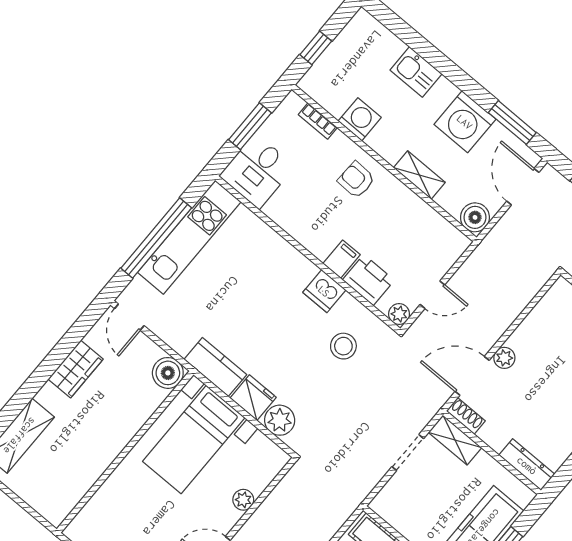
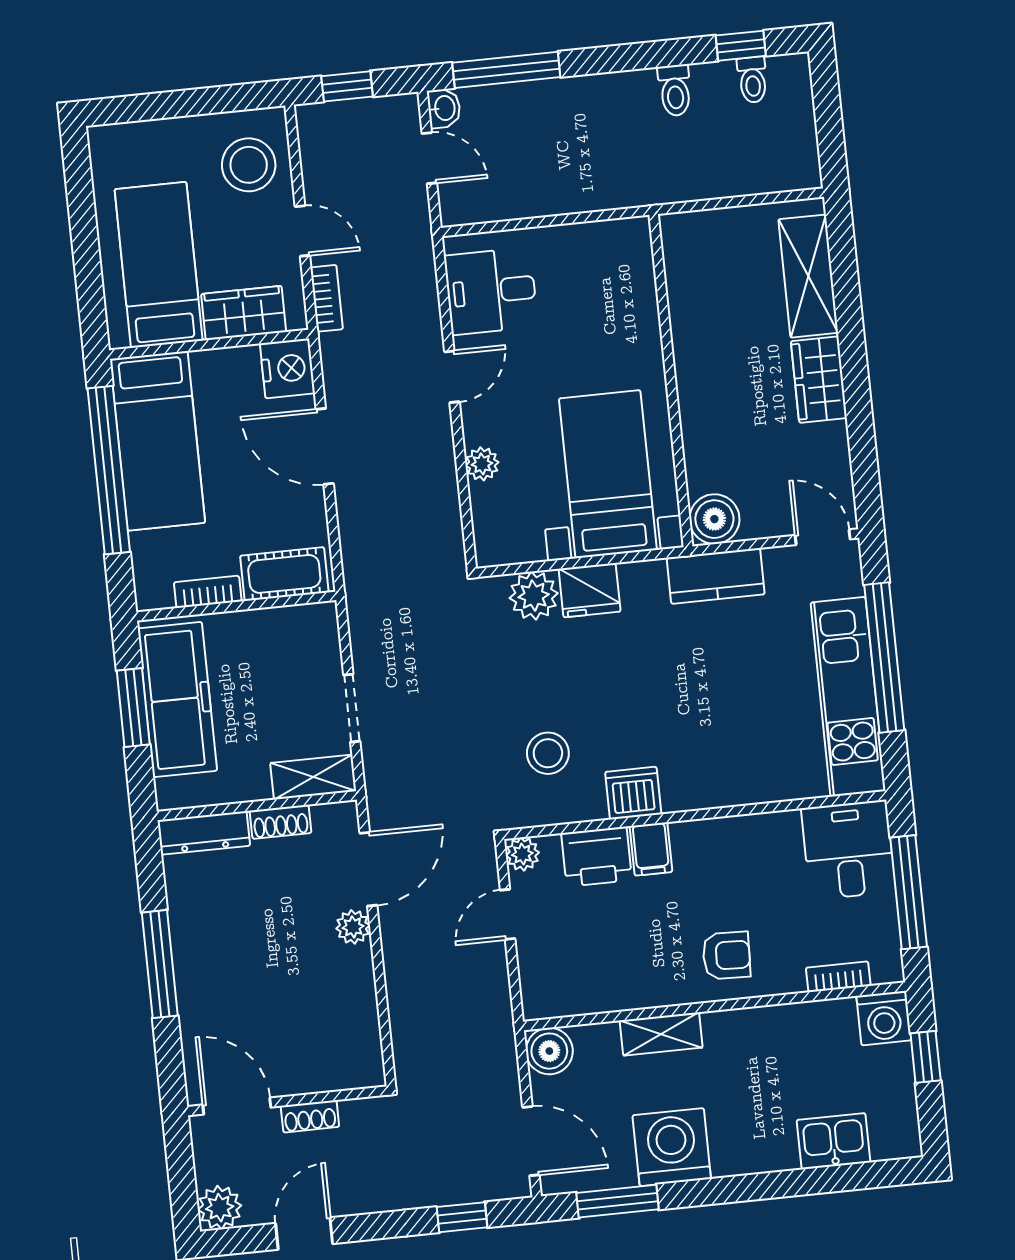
kitchen sink: (416, 72) -> (833, 1141), moved
washing machine: (360, 119) -> (884, 1018), moved
window: (250, 126) -> (909, 892), width x1.44
kitchen counter: (215, 367) -> (716, 576), moved
wardrobe: (76, 369) -> (819, 380), moved
shoe rack: (466, 416) -> (281, 822), moved

